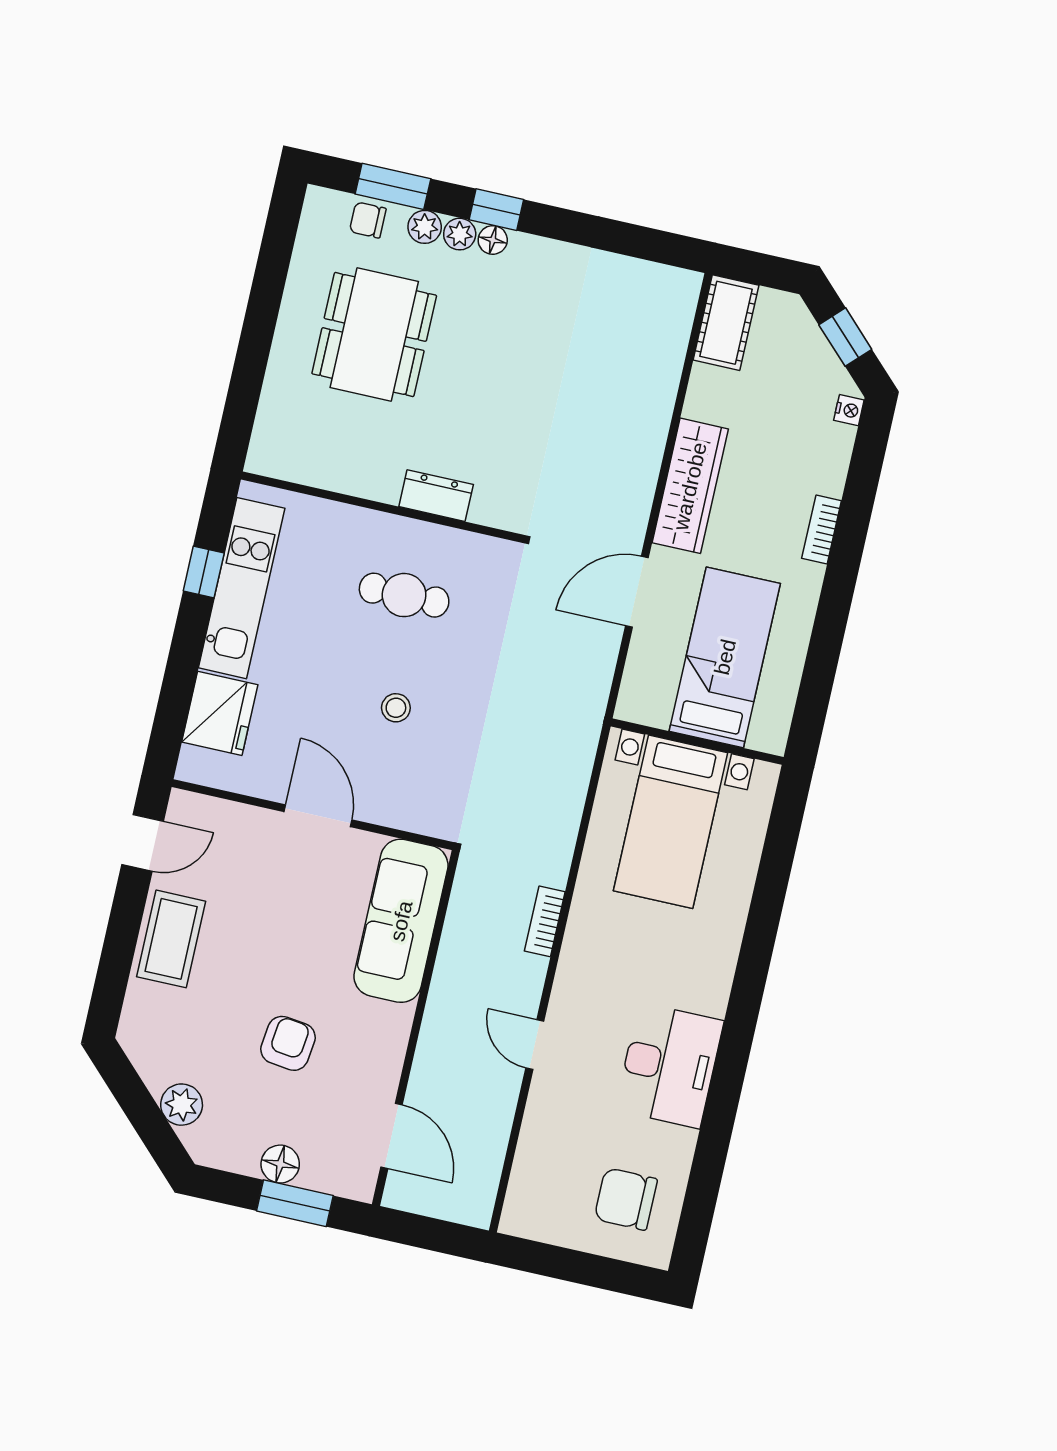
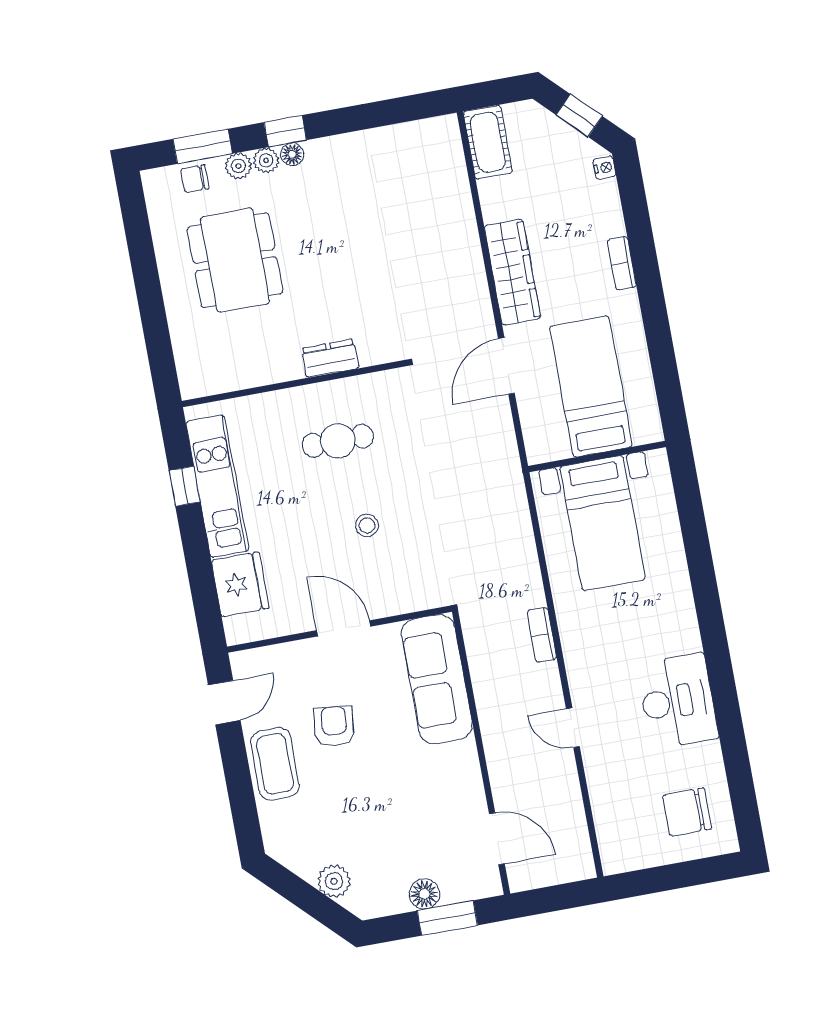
armchair: (288, 1043) -> (334, 726), moved

